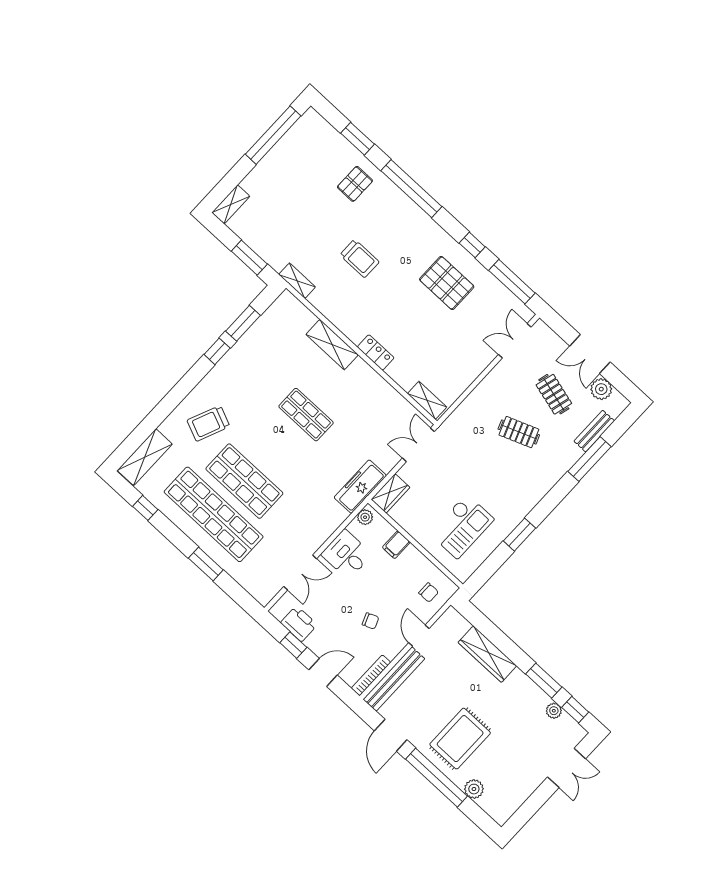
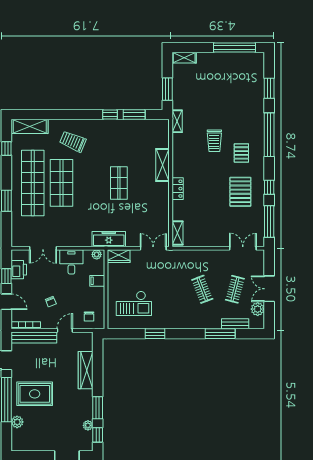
pallet: (355, 184) -> (241, 153), moved, turned 90

